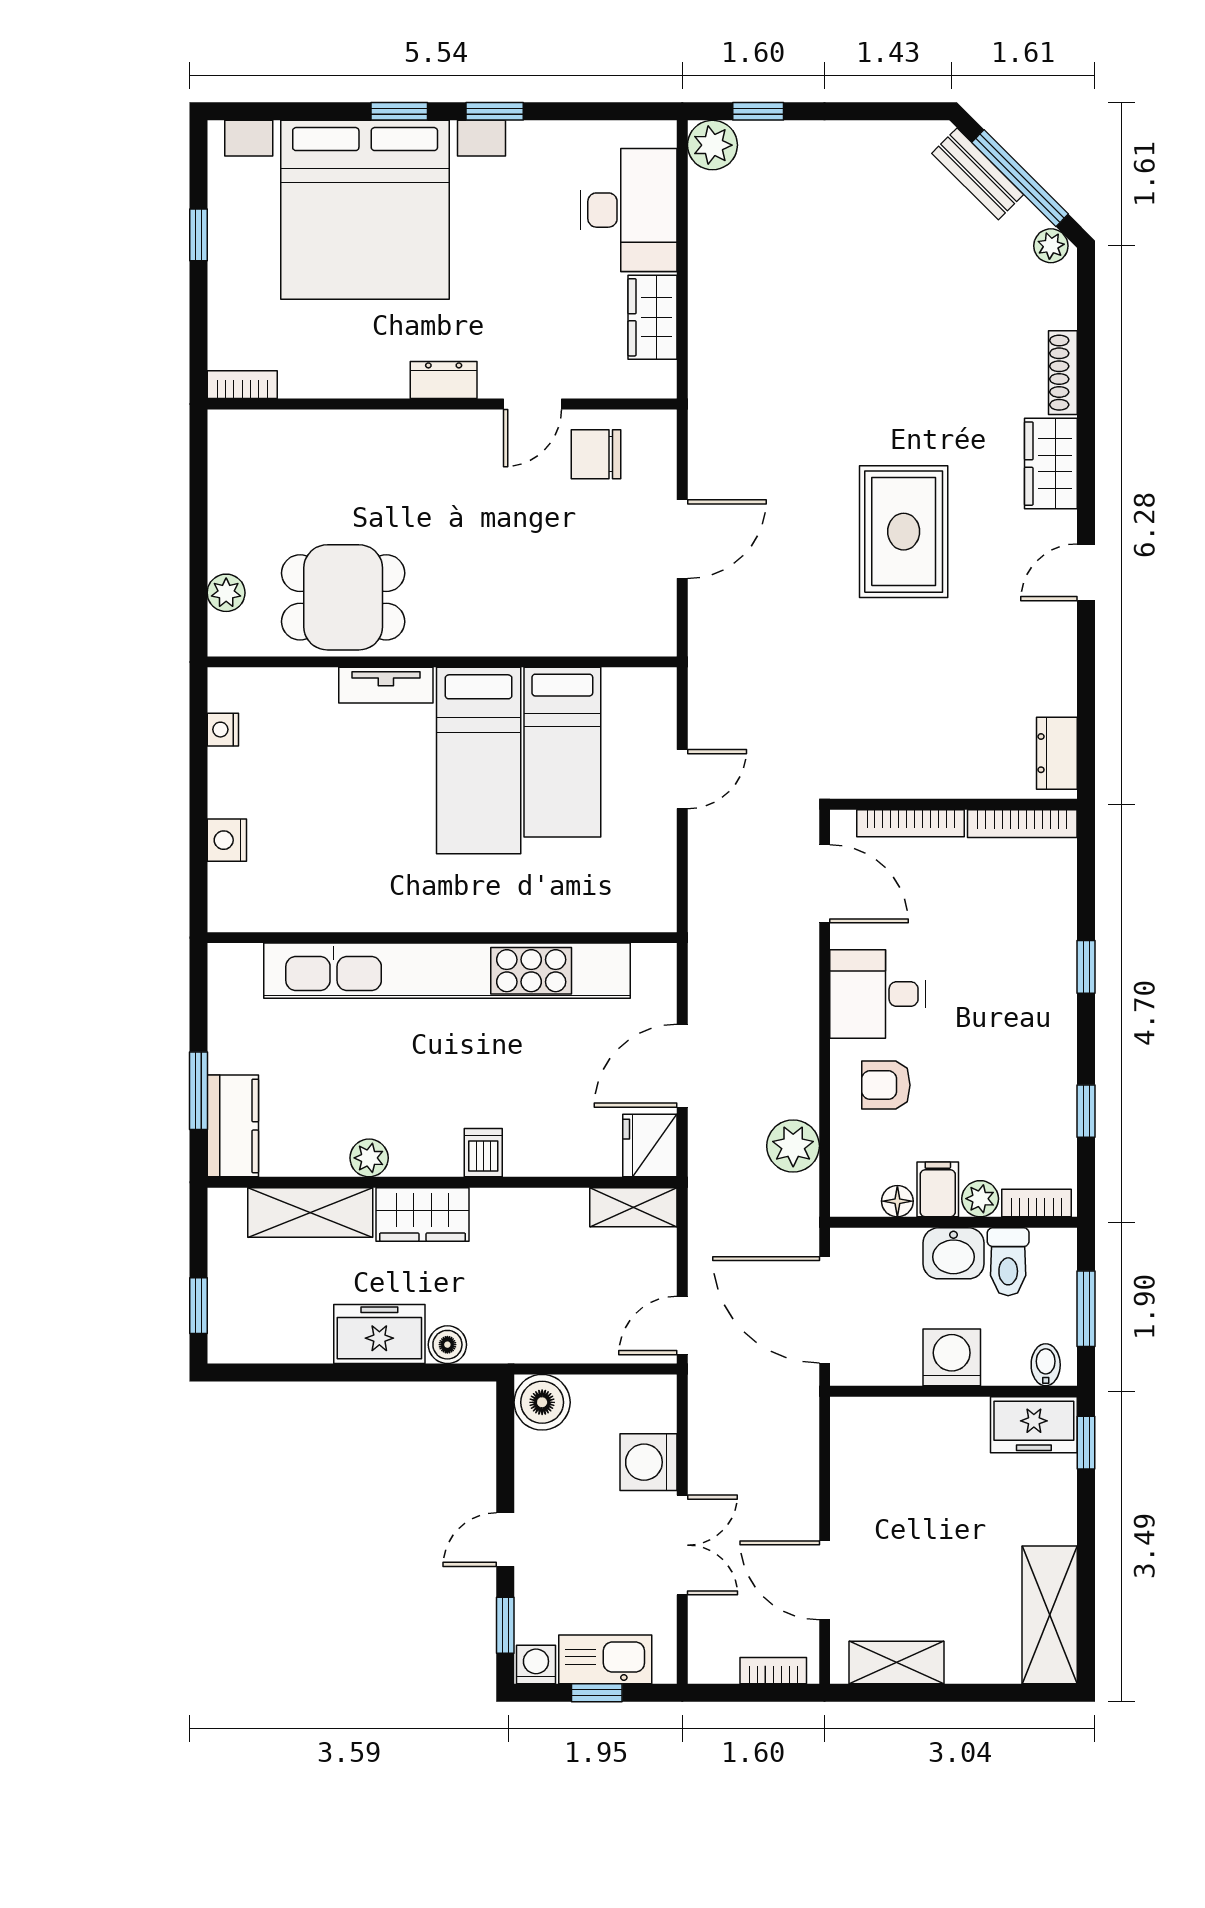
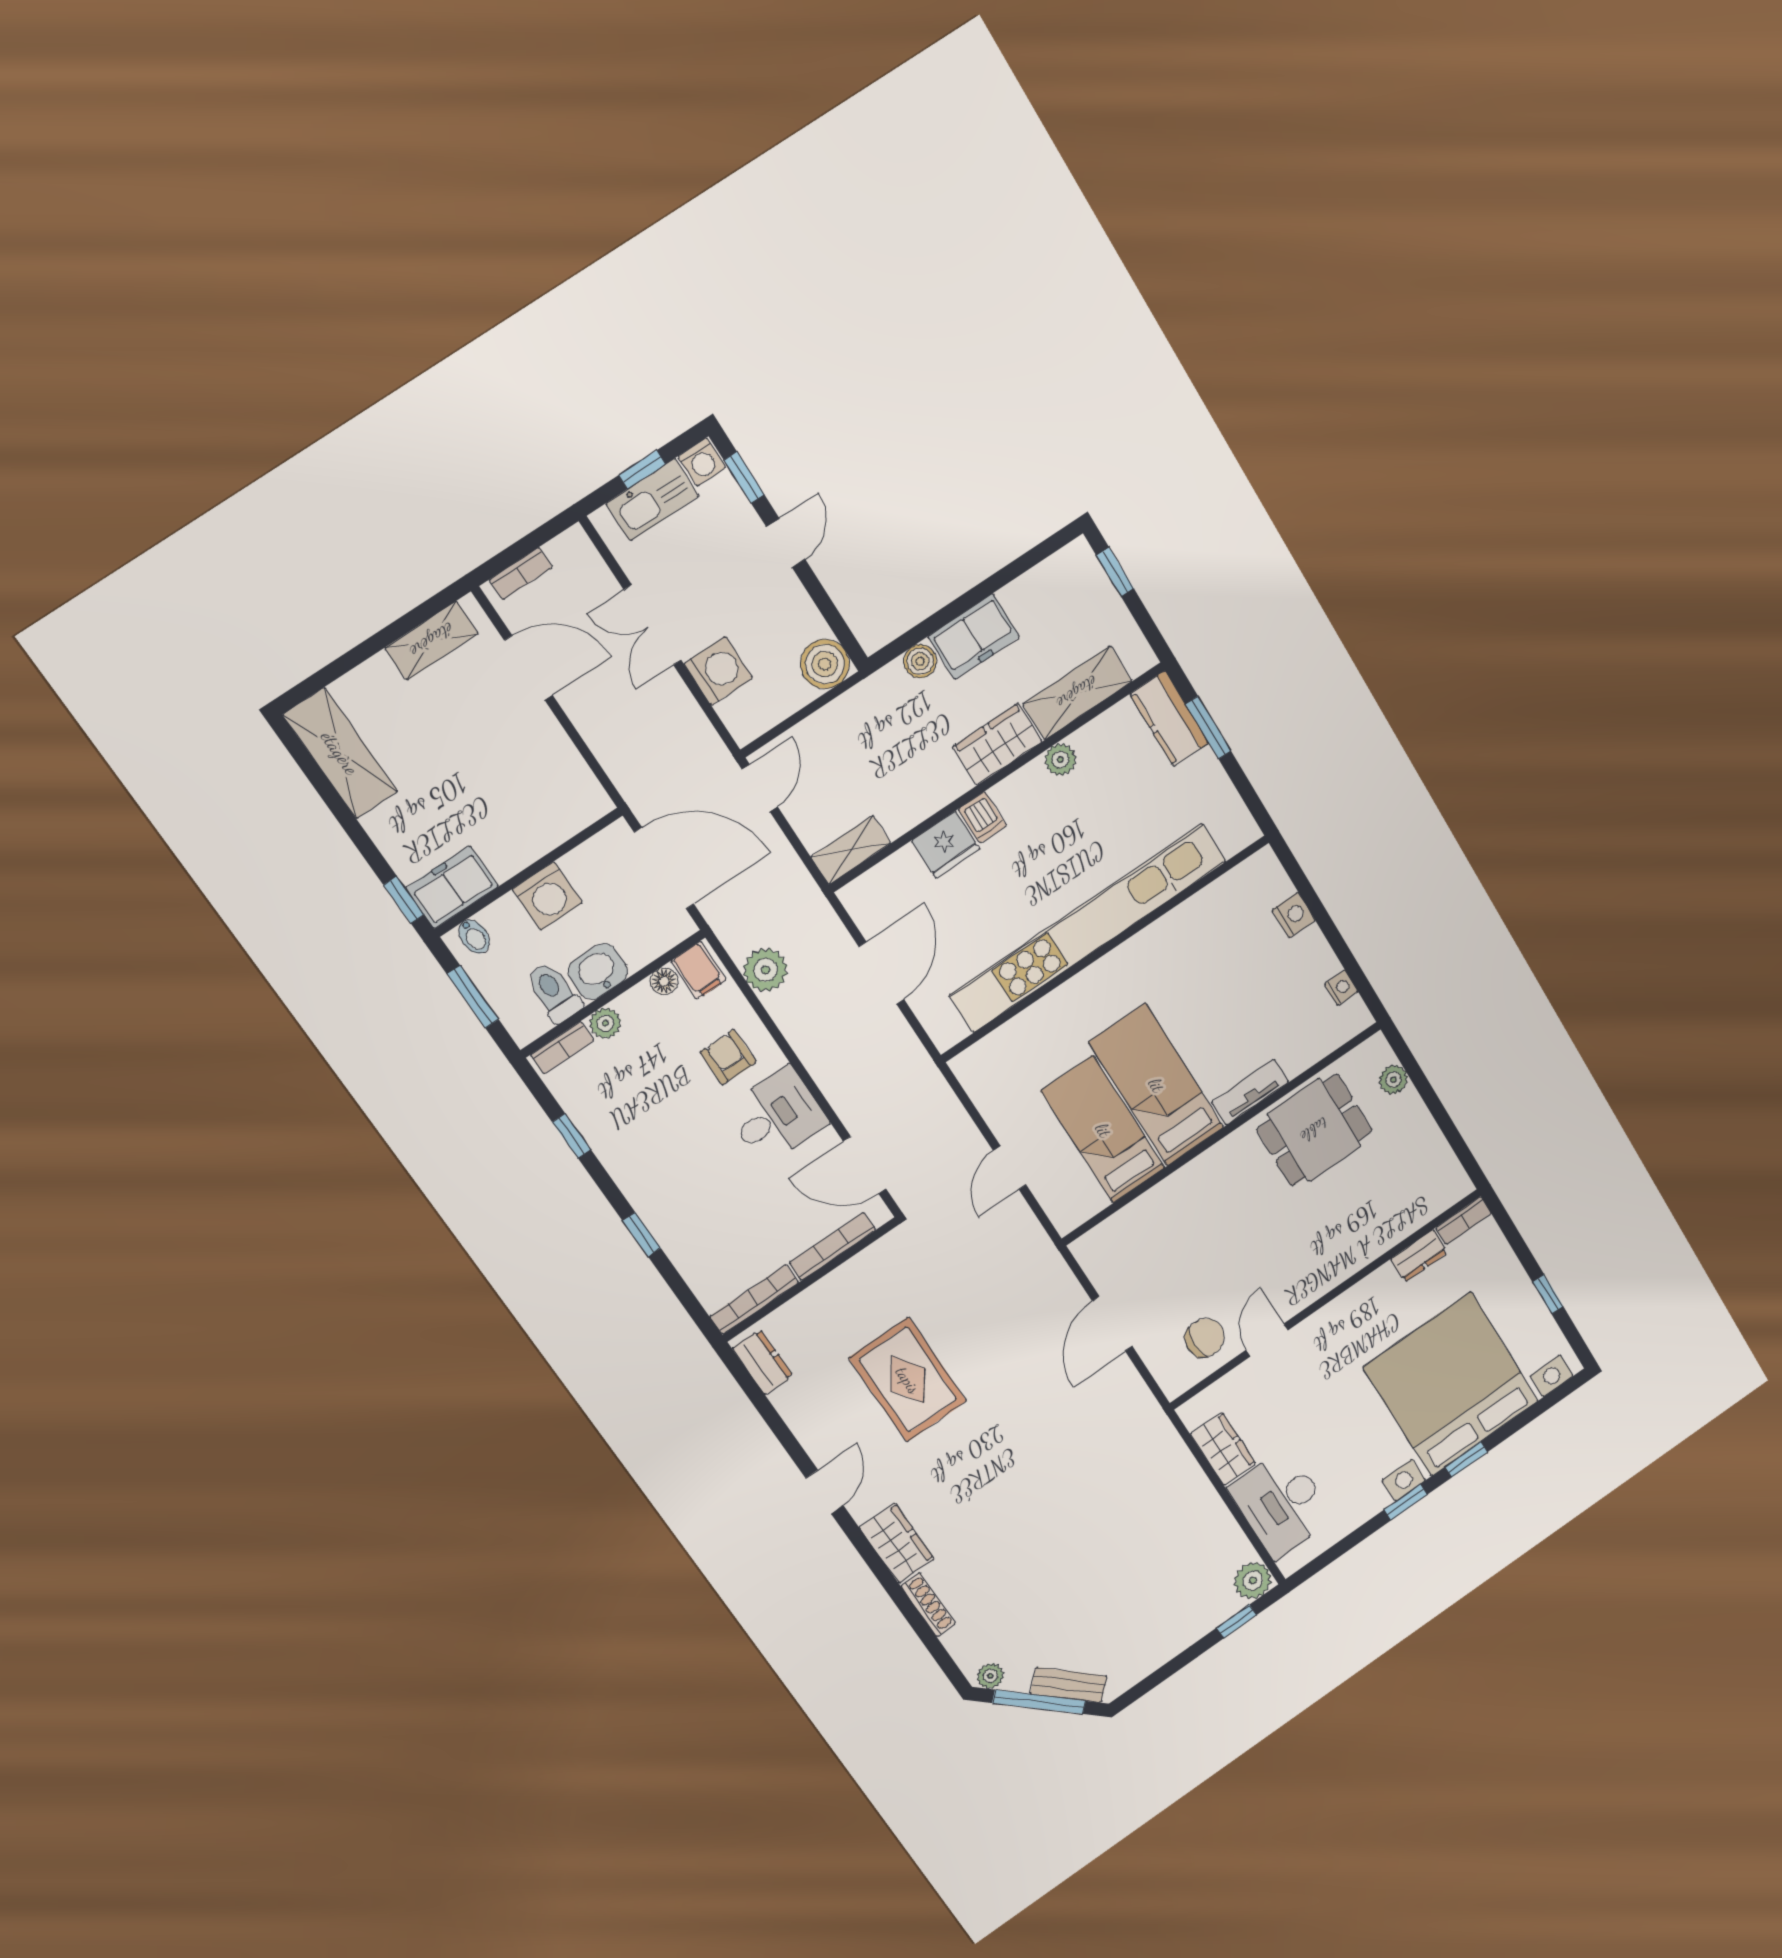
dresser: (444, 380) -> (1419, 1256), moved
rug: (904, 532) -> (908, 1380), moved
armchair: (886, 1085) -> (728, 1057), turned -90
fridge: (650, 1146) -> (946, 845), moved, turned 90
filing cabinet: (938, 1189) -> (699, 970), moved

